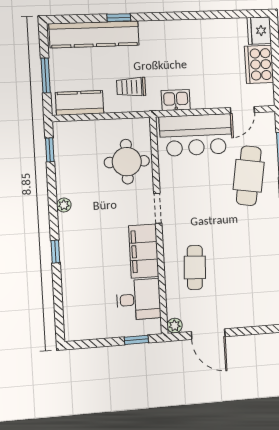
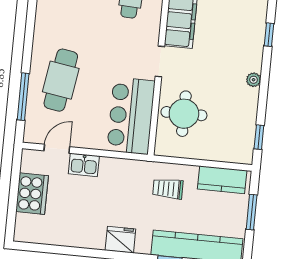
fridge: (259, 31) -> (120, 240), moved, turned -90
trolley: (131, 87) -> (168, 189), turned 180
kitchen sink: (176, 100) -> (84, 165), moved
bar counter: (196, 135) -> (131, 116), moved, turned -90

